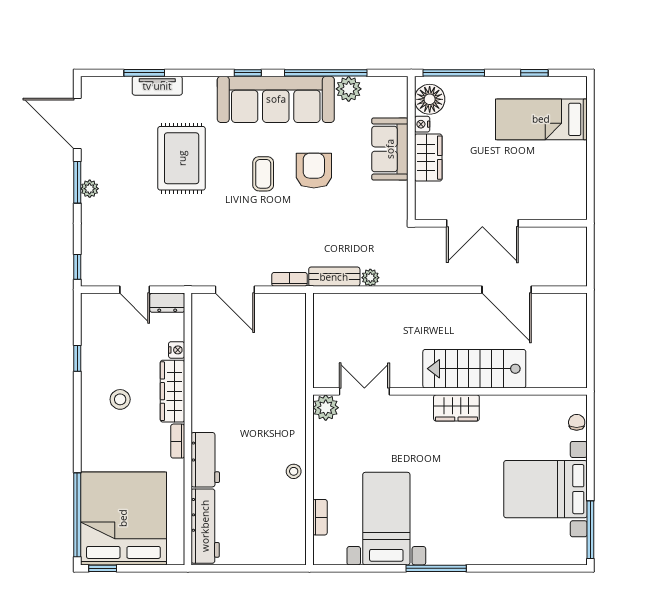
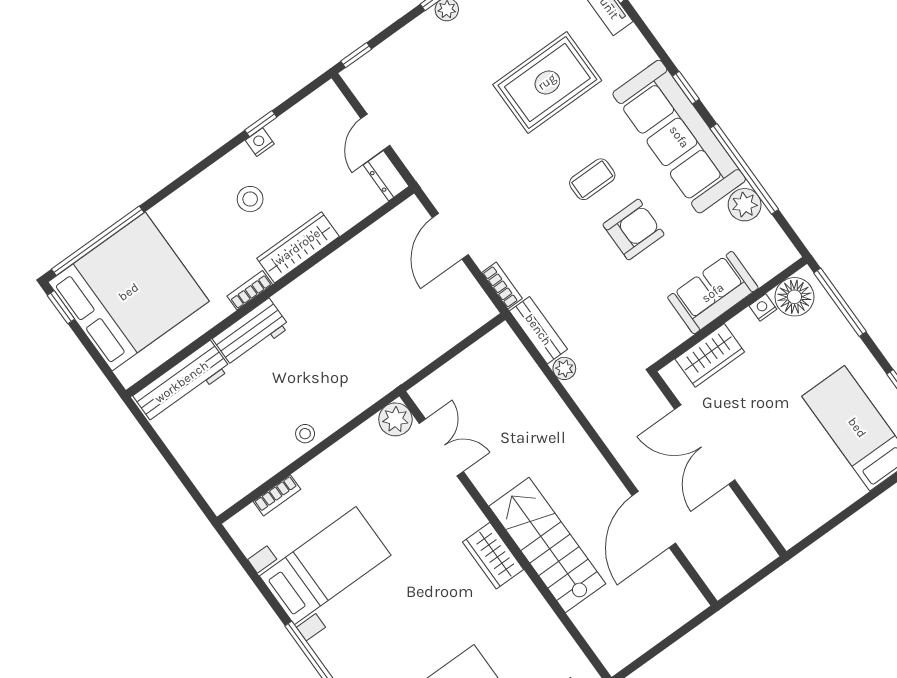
wardrobe: (428, 158) -> (710, 355), moved
nightstand: (177, 350) -> (260, 142), moved, turned 180

